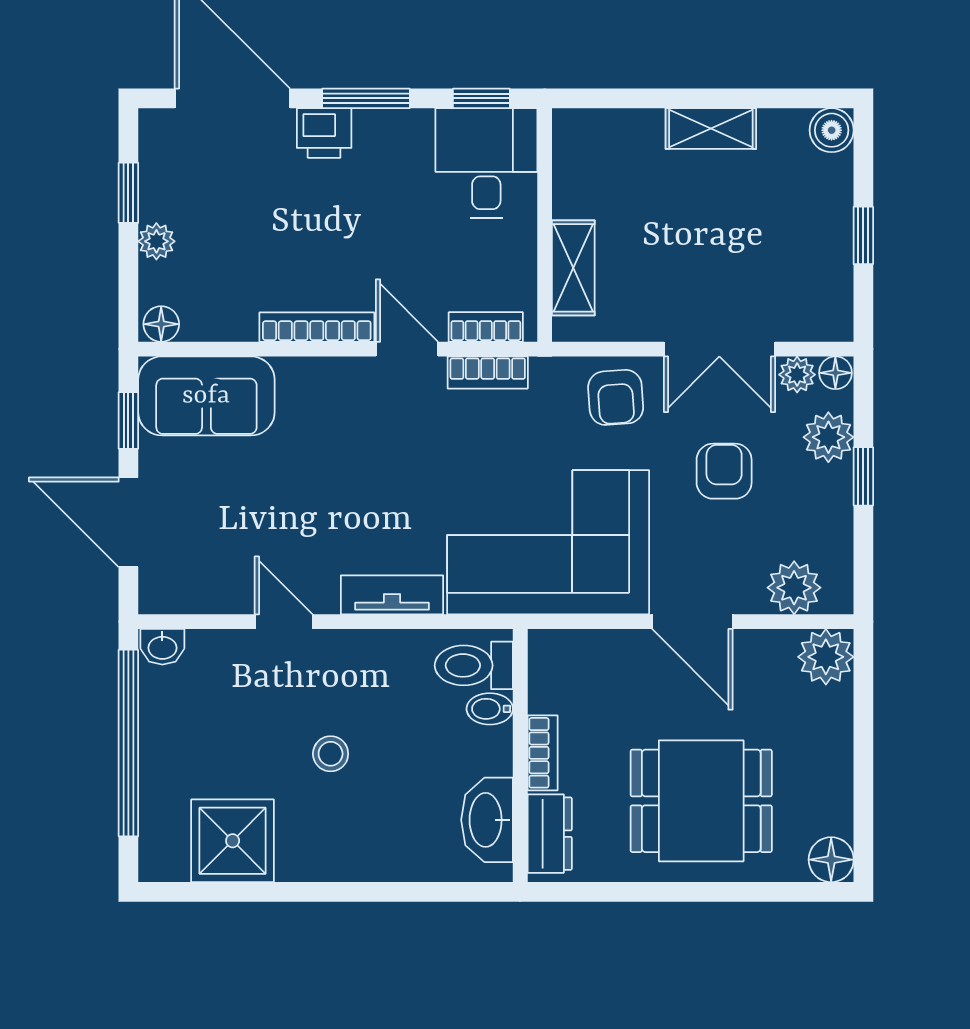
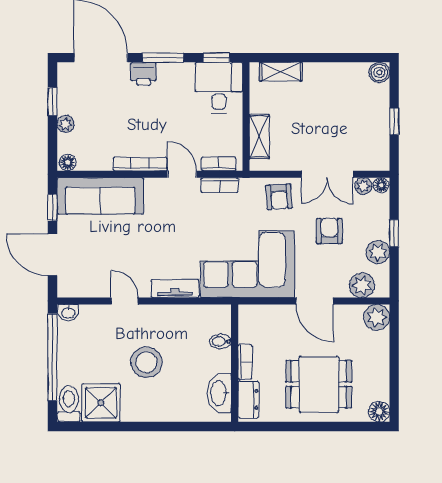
shelving: (711, 129) -> (281, 72), moved
sofa: (206, 396) -> (100, 196), width x1.36
plant: (828, 437) -> (378, 252), moved
toilet: (474, 665) -> (69, 404), moved, turned 90
stool: (331, 754) -> (146, 362), width x1.89, depth x1.89

